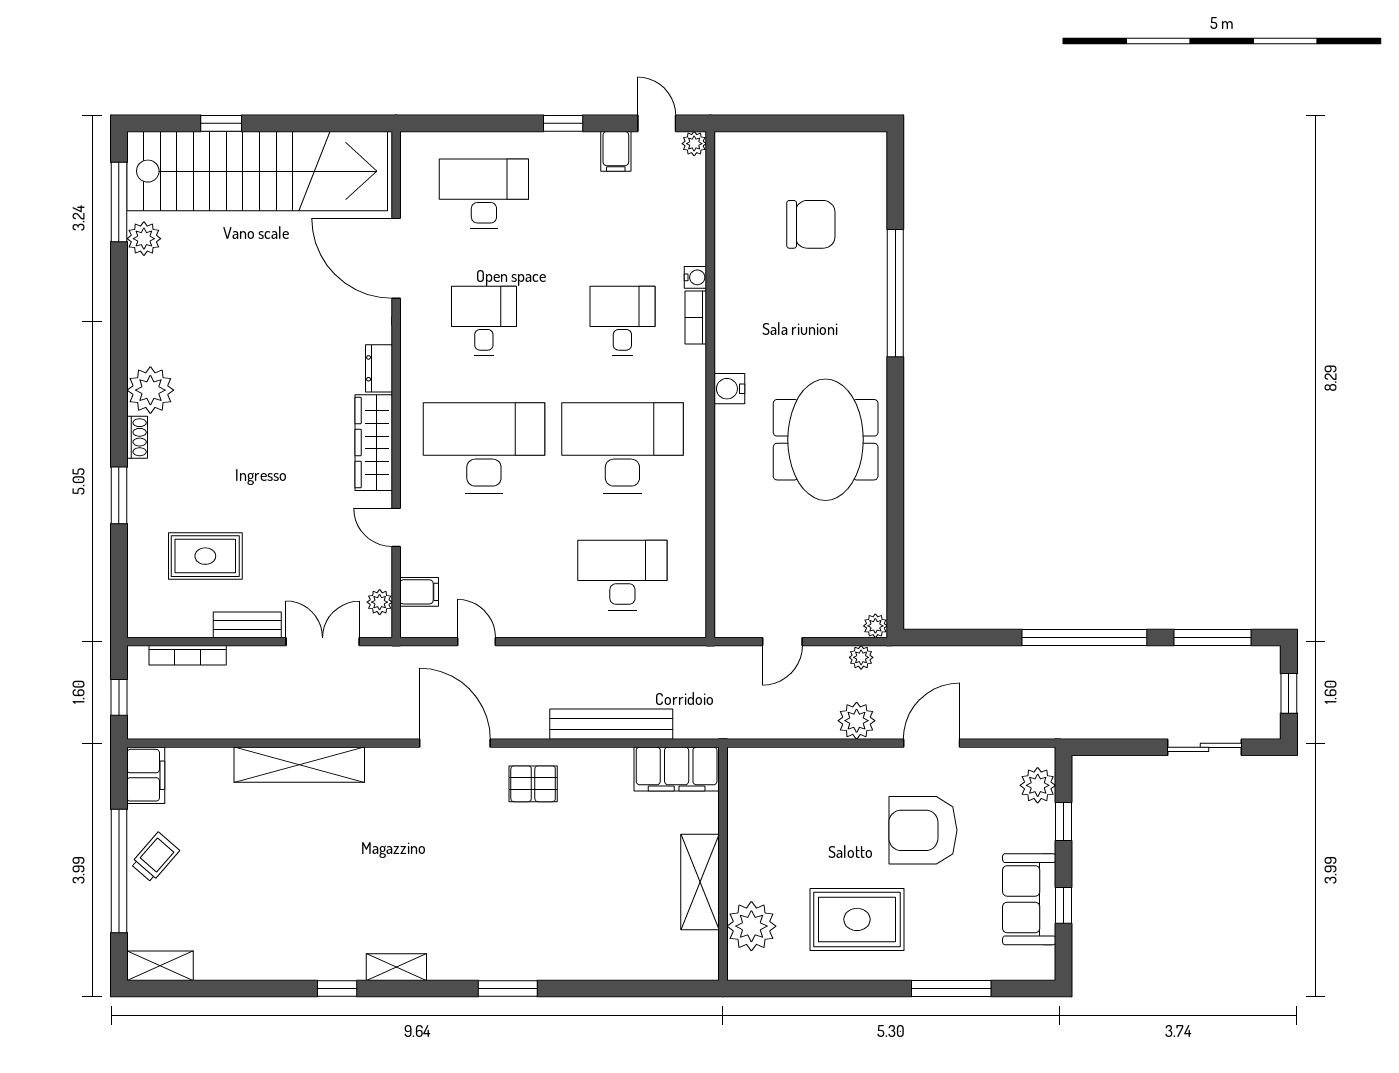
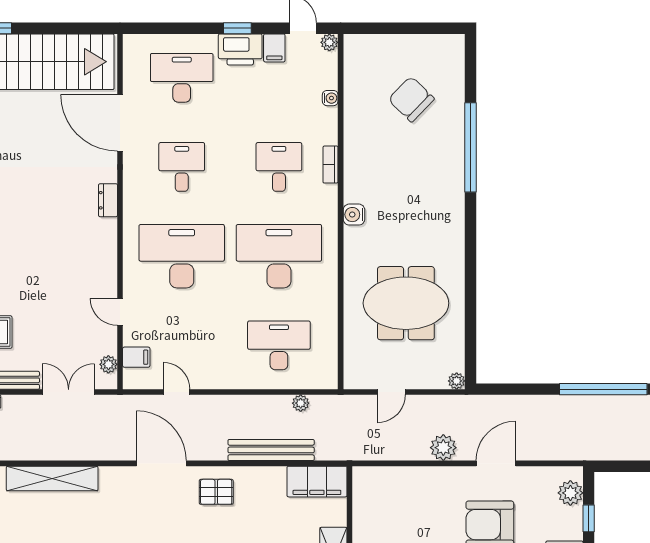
printer: (567, 153) -> (240, 49), added
chair: (811, 224) -> (411, 99), turned -136
water cooler: (695, 277) -> (330, 98), moved
meeting table: (826, 440) -> (406, 303), moved, turned 90
wardrobe: (374, 443) -> (104, 252), removed
plant: (861, 657) -> (301, 403), moved

